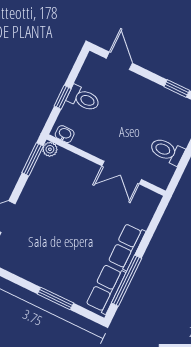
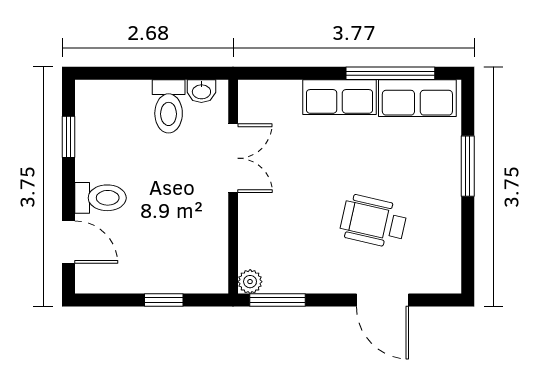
door: (119, 61) -> (69, 242), swing flipped
toilet: (83, 99) -> (101, 198), moved, turned 90
washbasin: (65, 134) -> (201, 91), moved, turned -90
wheelchair: (50, 232) -> (373, 221), added

